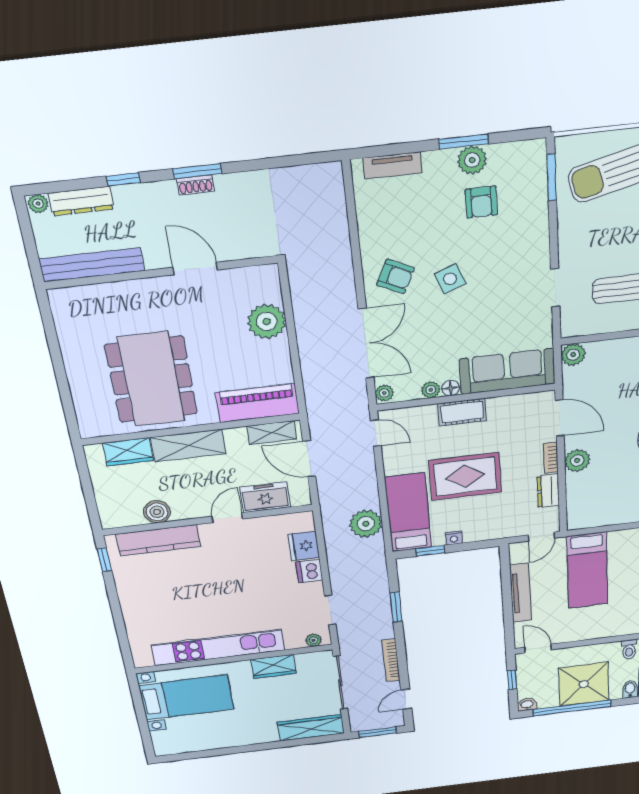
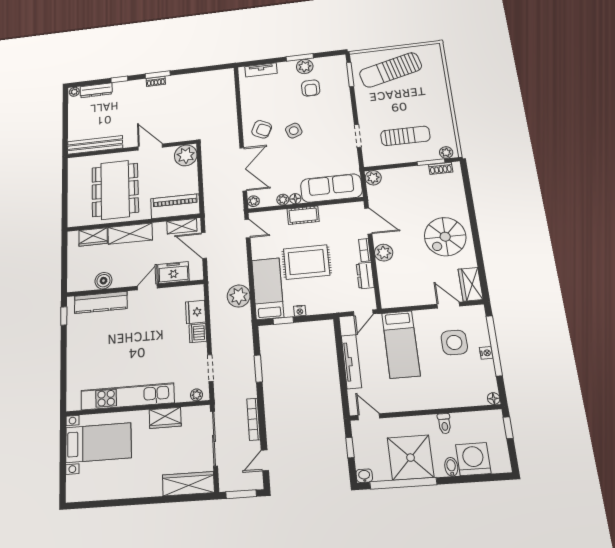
bench: (92, 265) -> (95, 145), moved
door: (195, 269) -> (150, 147), moved
wall: (161, 272) -> (131, 149), moved

